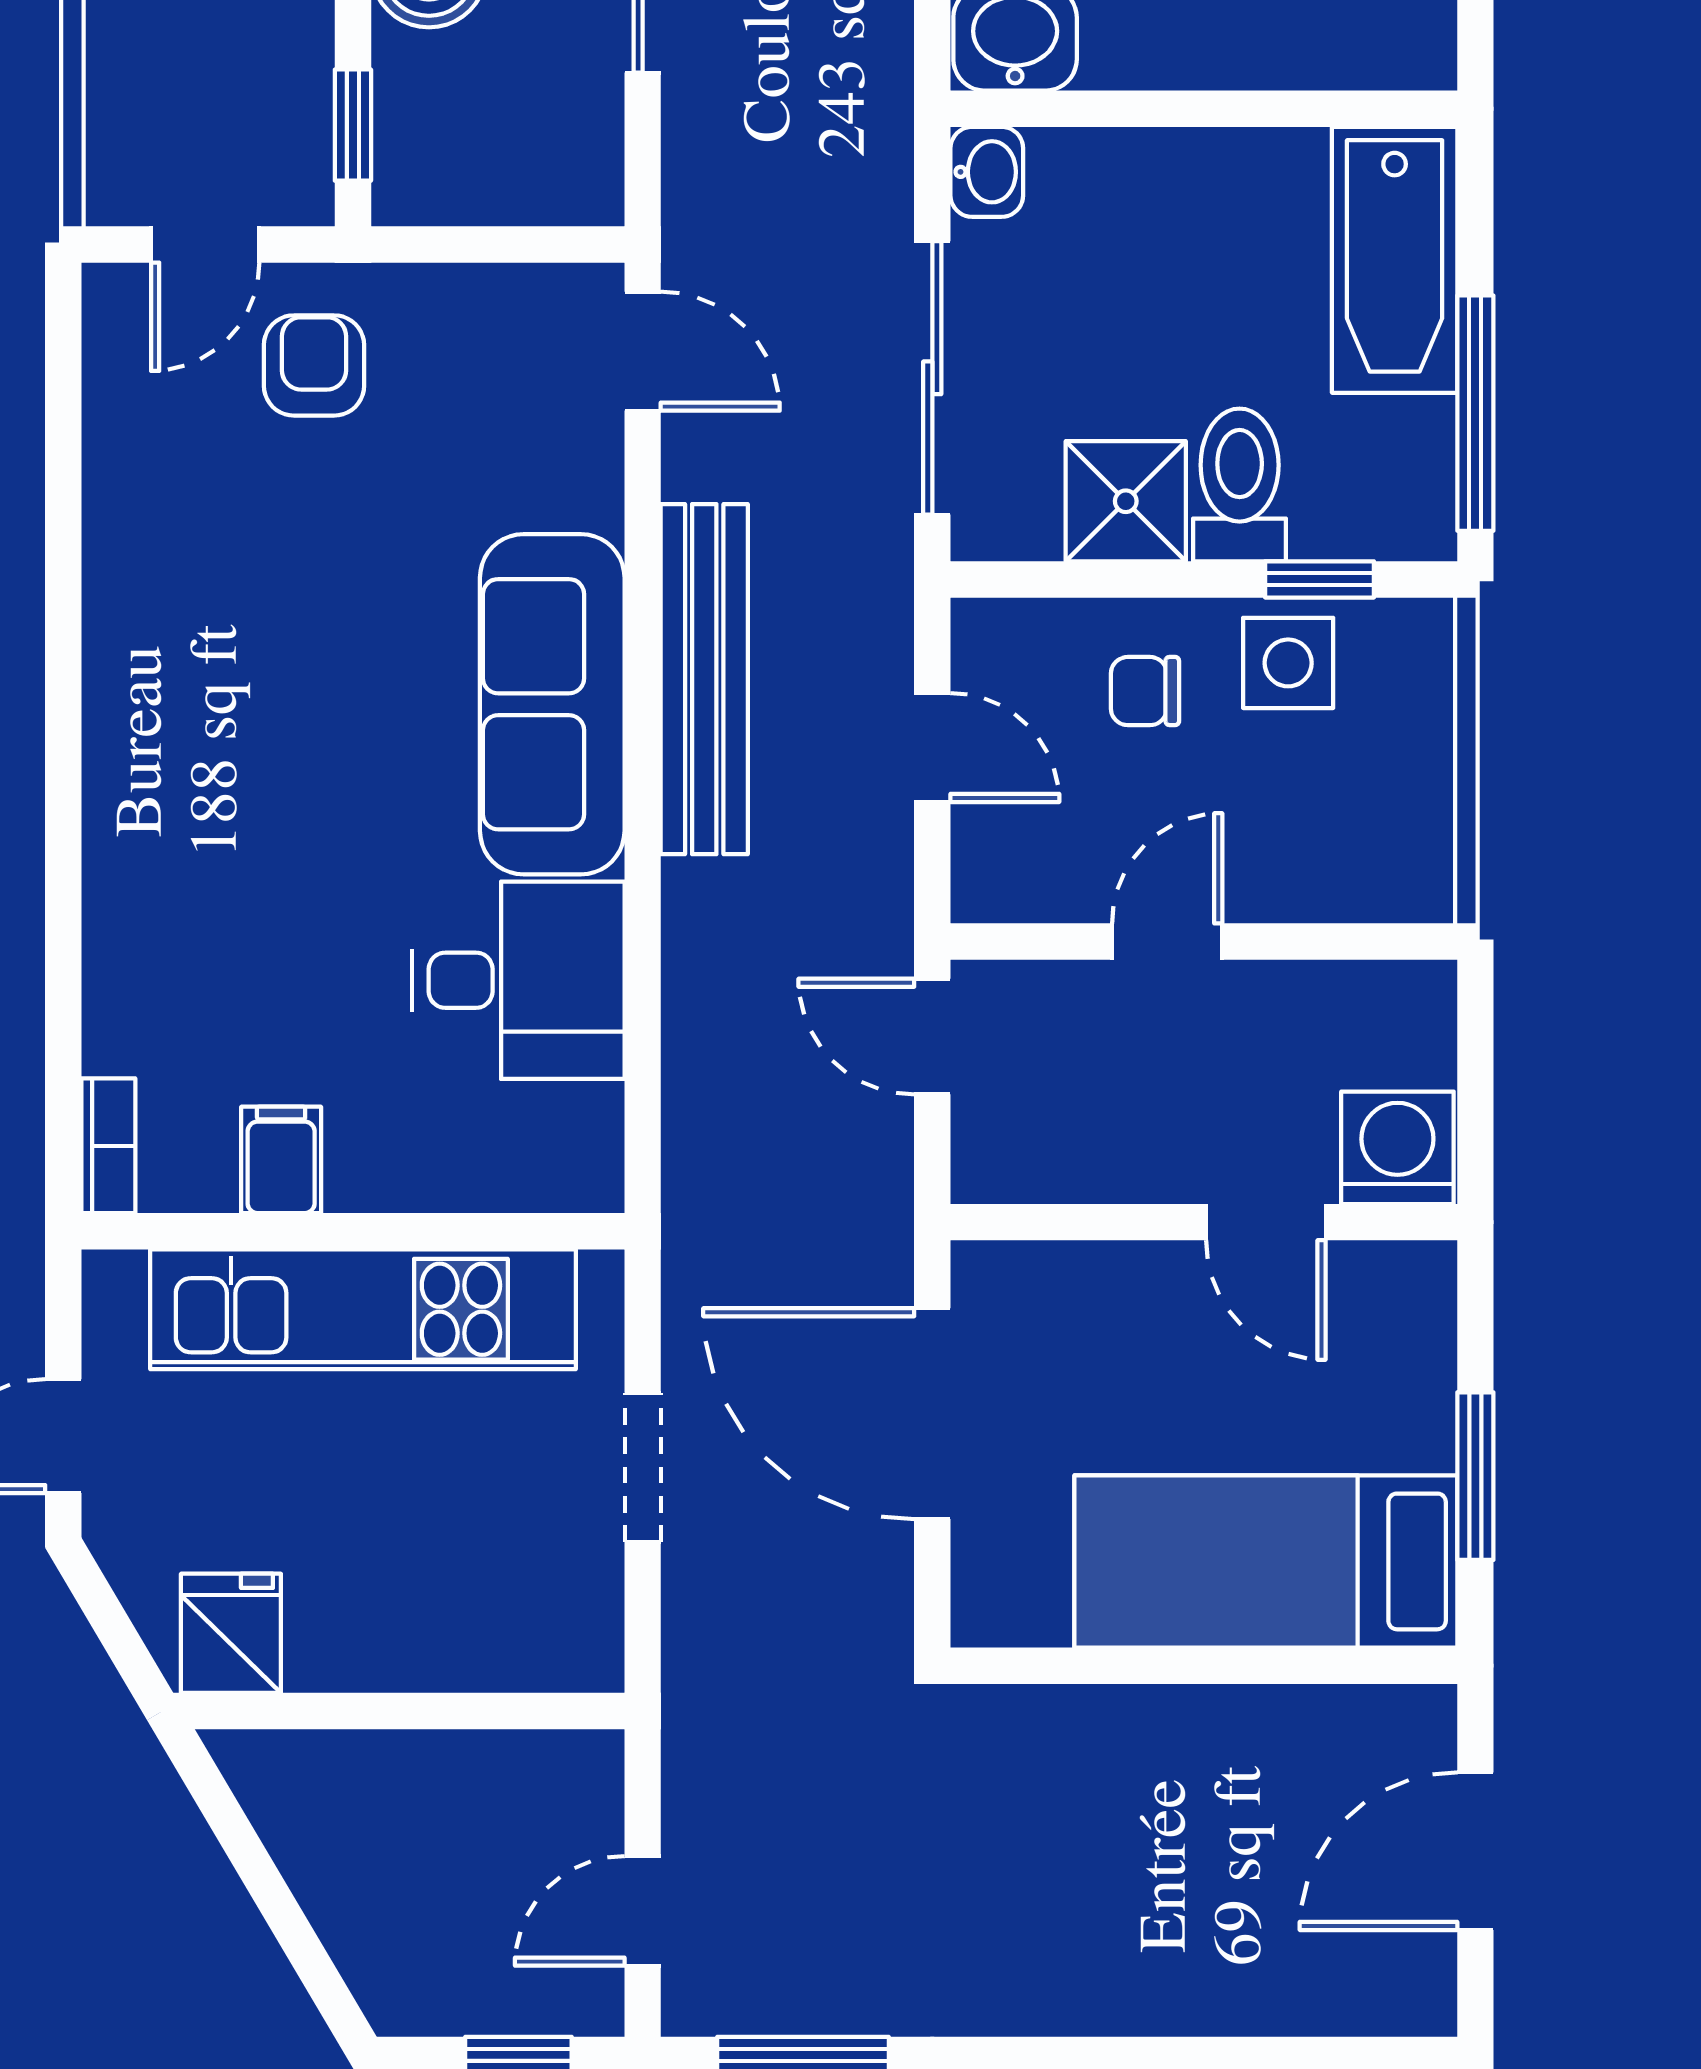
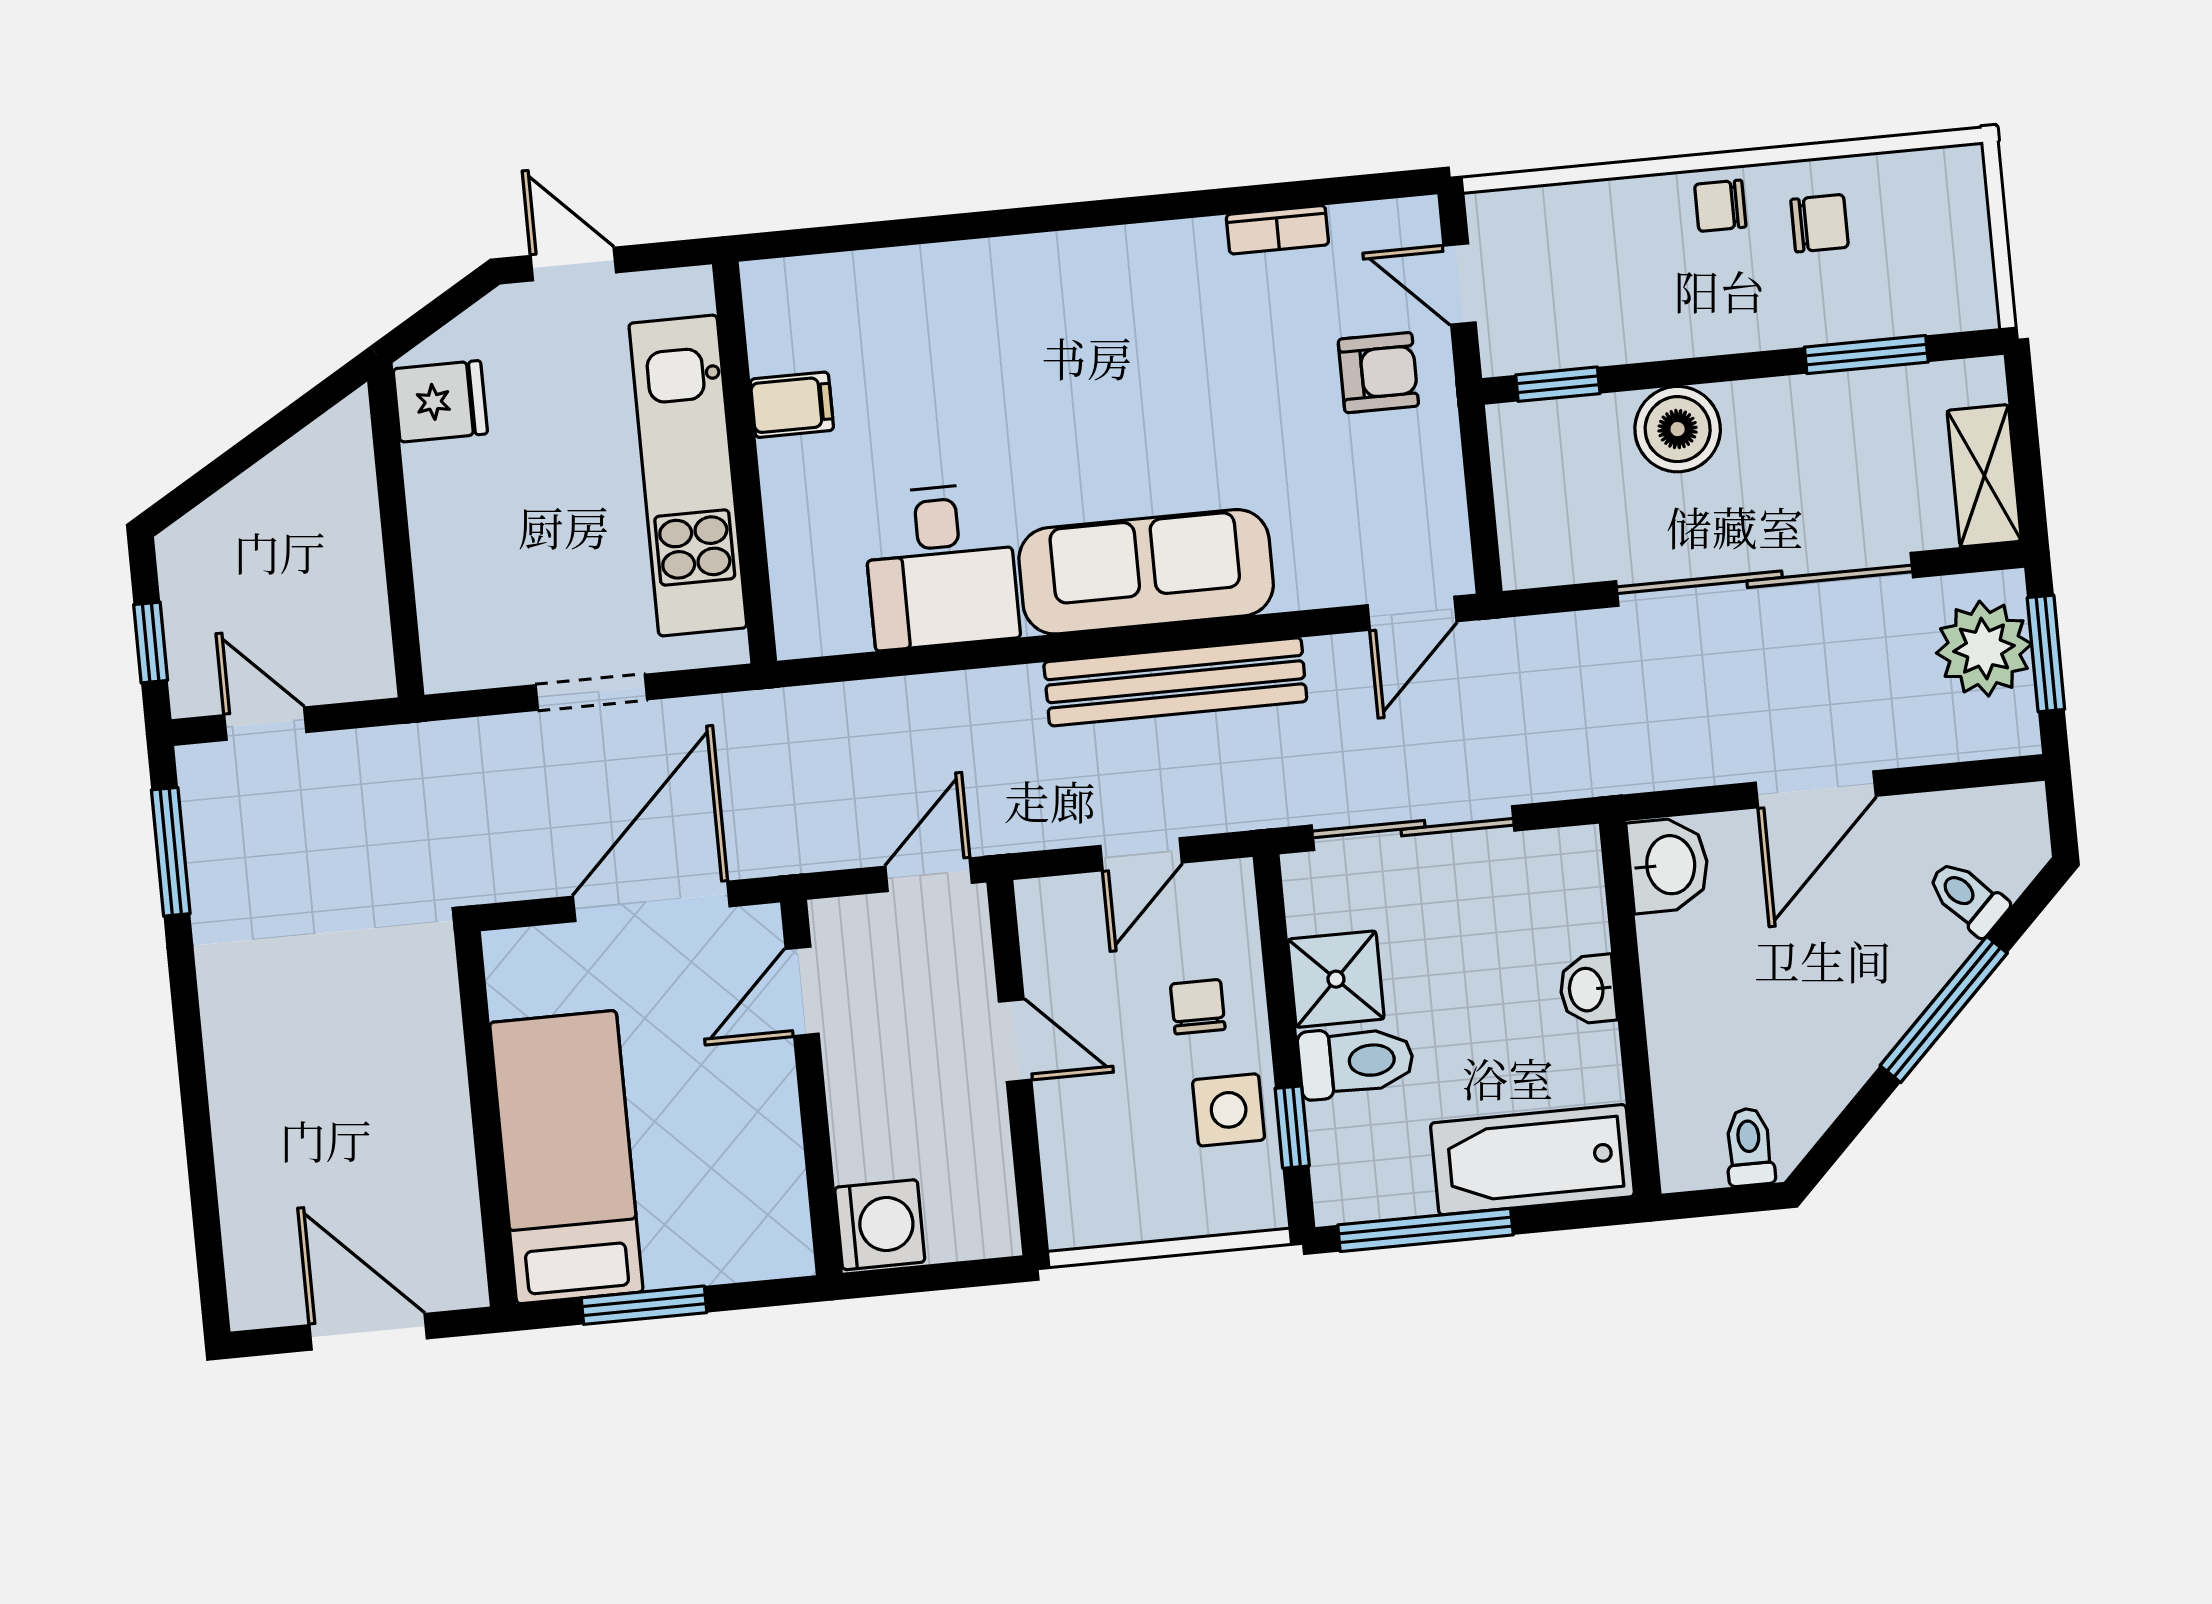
washbasin: (987, 172) -> (1588, 989), moved, turned 90
bookcase: (108, 1146) -> (1277, 230), moved
door: (1266, 1222) -> (802, 991), moved

